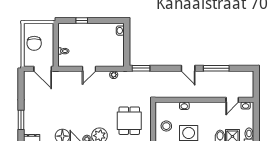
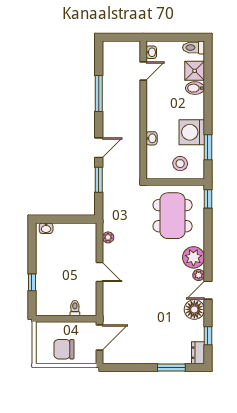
chair: (34, 43) -> (64, 349), turned 180
window: (141, 68) -> (99, 180), moved
door: (188, 68) -> (99, 148), moved
door: (232, 100) -> (143, 71), hinge flipped
dining table: (129, 121) -> (173, 216), width x1.37

